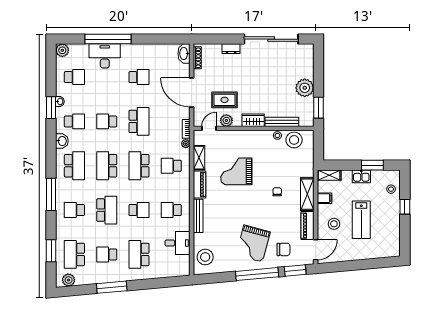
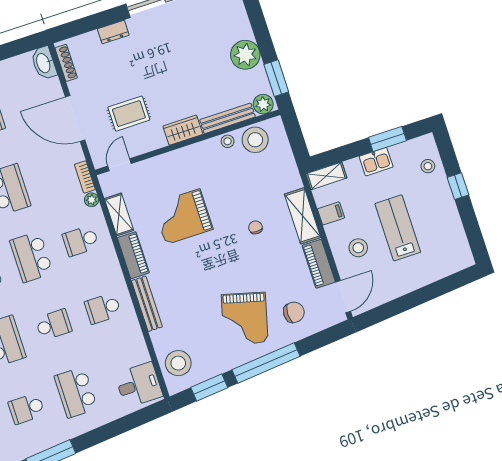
plant: (226, 120) -> (263, 104), moved
lab bench: (361, 220) -> (398, 228), turned 180
desk: (178, 243) -> (139, 385), moved
window: (295, 271) -> (209, 388), moved

